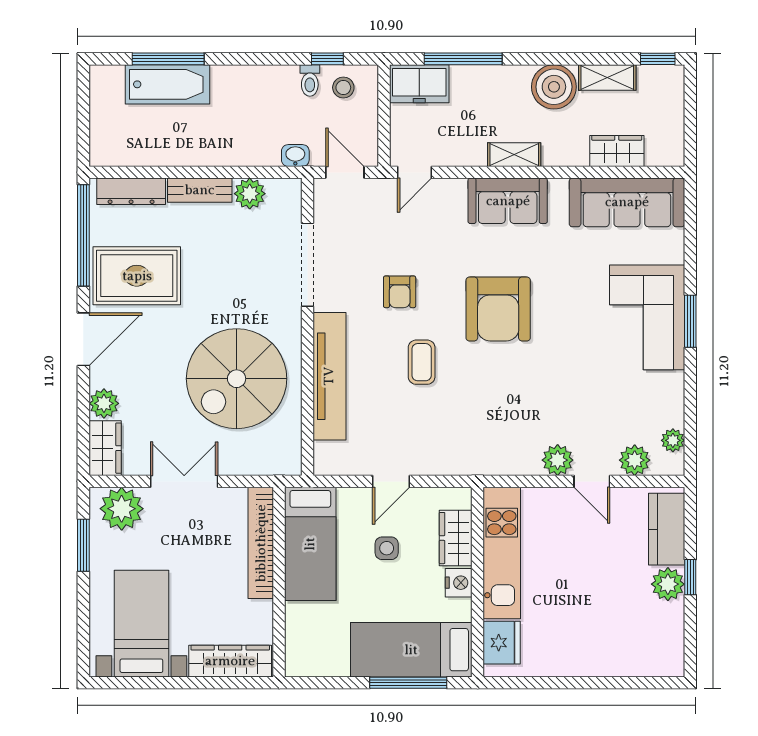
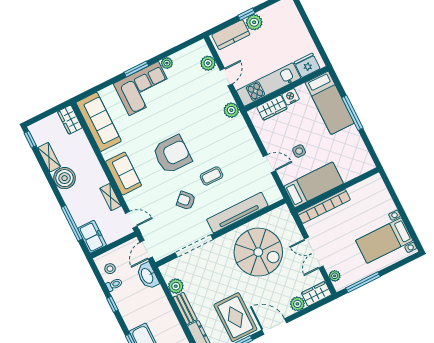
window: (327, 59) -> (112, 304), moved
wardrobe: (617, 151) -> (70, 120), moved
shelving: (514, 155) -> (110, 197), moved
washbasin: (295, 156) -> (147, 276), width x1.91, depth x1.45
armchair: (400, 292) -> (186, 201), turned -134
plant: (673, 440) -> (167, 63), moved
plant: (558, 460) -> (231, 110), moved
plant: (122, 509) -> (335, 276), width x0.53, depth x0.53
wardrobe: (456, 538) -> (272, 108), moved
window: (83, 545) -> (363, 282), width x1.44
kitchen unit: (502, 553) -> (269, 85), moved
wall: (478, 582) -> (286, 89), moved
nightstand: (459, 583) -> (291, 97), moved
fridge: (502, 643) -> (307, 65), moved
bed: (411, 650) -> (330, 103), moved
wardrobe: (230, 661) -> (381, 194), removed

